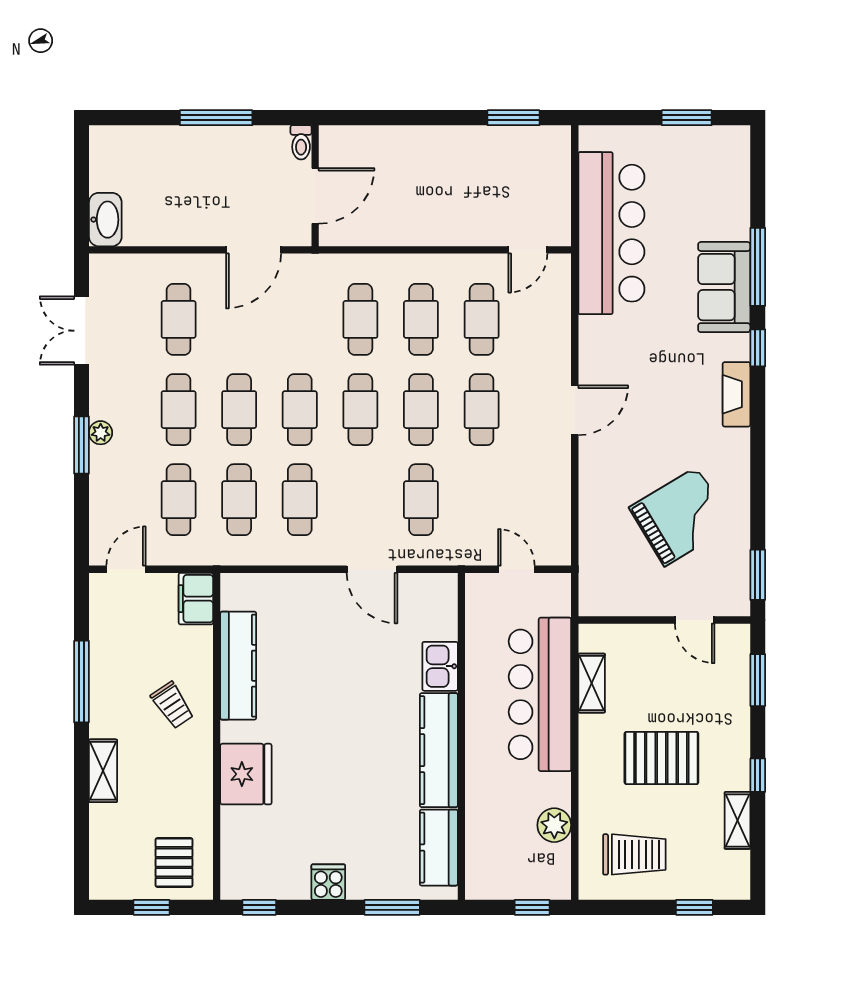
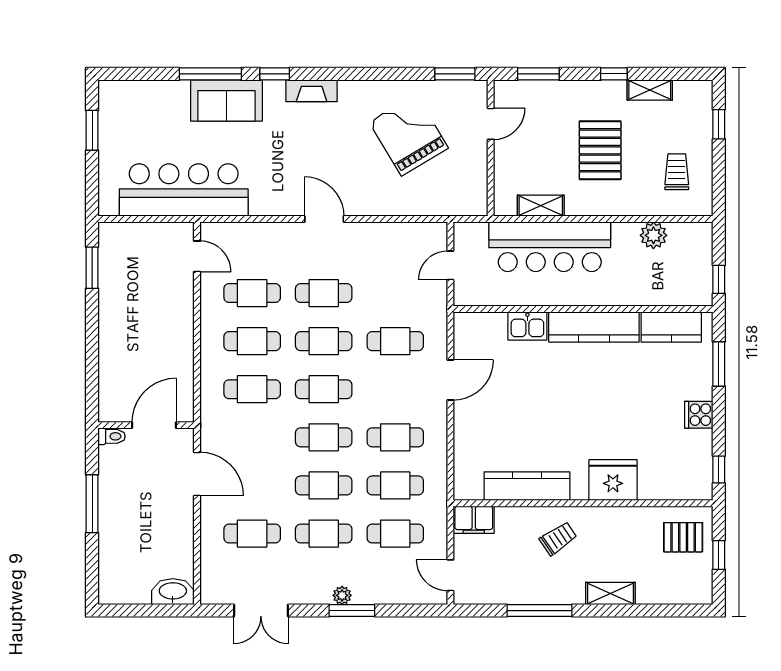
door: (315, 196) -> (154, 425), hinge flipped
trolley: (634, 854) -> (677, 172), width x0.73, depth x0.72
window: (532, 907) -> (719, 279), moved

